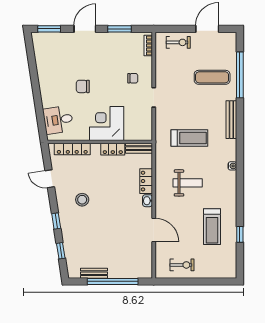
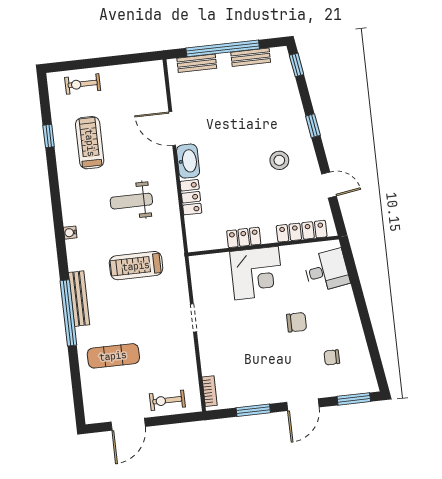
window: (240, 75) -> (68, 313), moved
chair: (133, 78) -> (332, 357), moved
bench: (139, 148) -> (197, 63), moved
washbasin: (148, 201) -> (188, 161), width x1.91, depth x1.45
window: (61, 251) -> (297, 65), moved
exercise bike: (182, 265) -> (83, 84), moved

